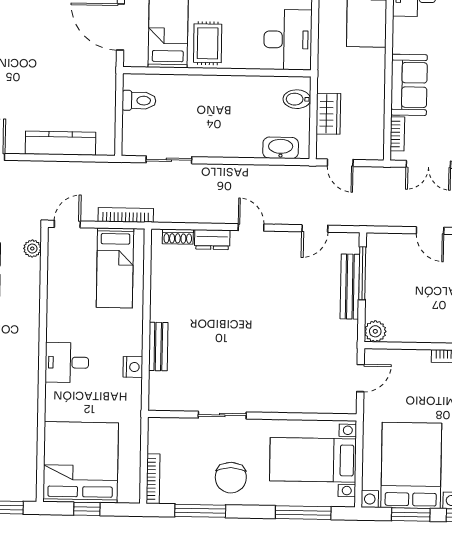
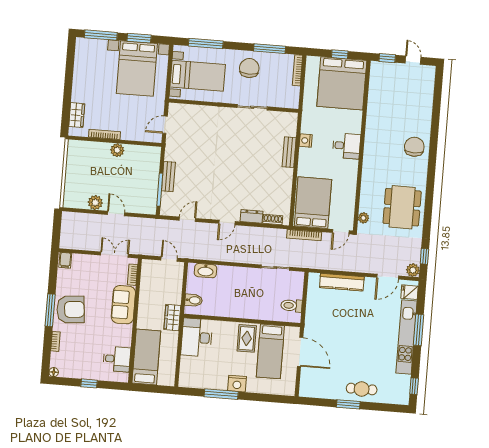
wardrobe: (328, 114) -> (172, 318), moved
door: (251, 227) -> (227, 222), hinge flipped
bed: (115, 268) -> (313, 203), width x1.50
bench: (350, 287) -> (168, 177), width x0.73
plant: (375, 331) -> (117, 150), moved

